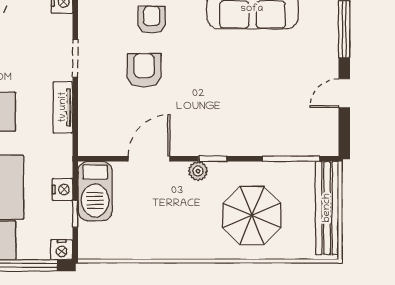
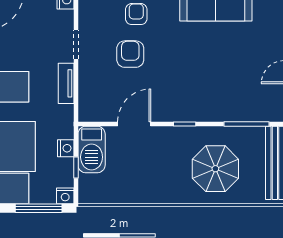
plant: (198, 171) -> (173, 134), removed

